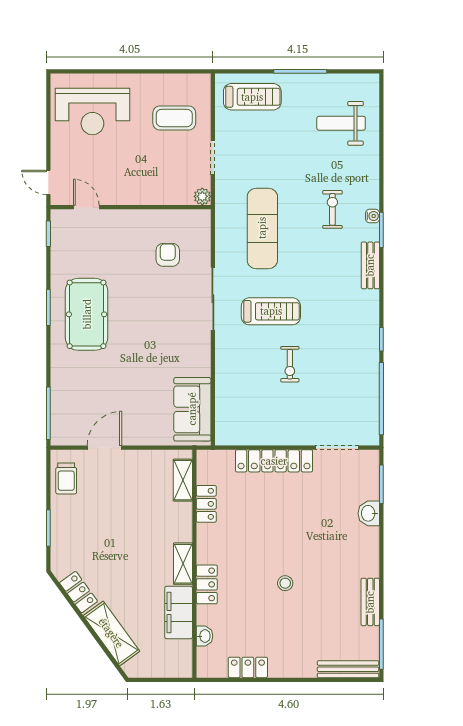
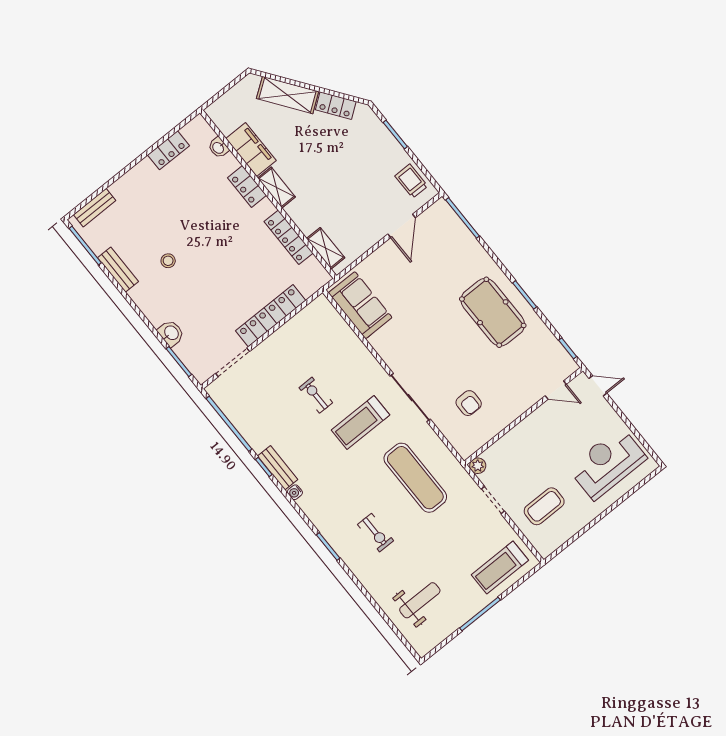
water cooler: (373, 216) -> (295, 492), moved
bench: (370, 265) -> (278, 468), moved
locker: (206, 504) -> (289, 237), width x1.53
stool: (285, 583) -> (168, 261), moved
bench: (348, 669) -> (95, 208), width x0.73

